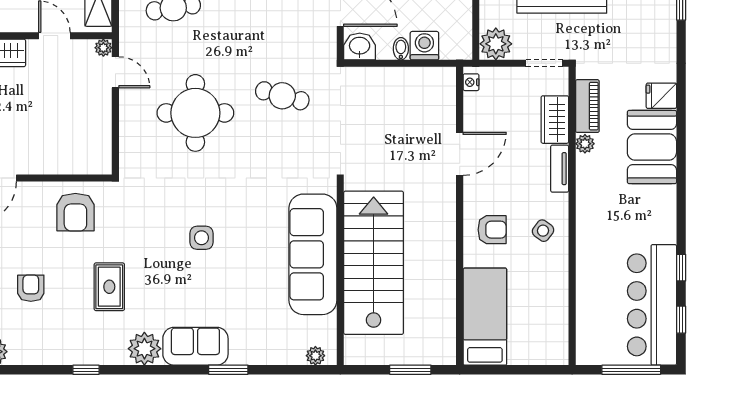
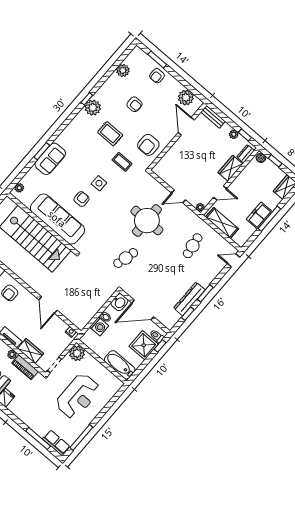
door: (115, 72) -> (178, 196), moved
armchair: (75, 212) -> (148, 145), turned -90
coffee table: (137, 230) -> (122, 162), added
armchair: (249, 244) -> (82, 199), added
sofa: (195, 346) -> (50, 159), moved
plant: (144, 349) -> (93, 108), moved

